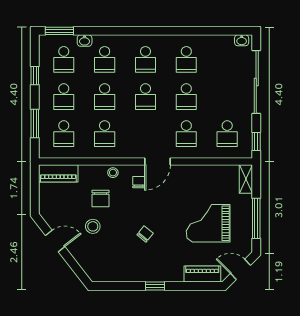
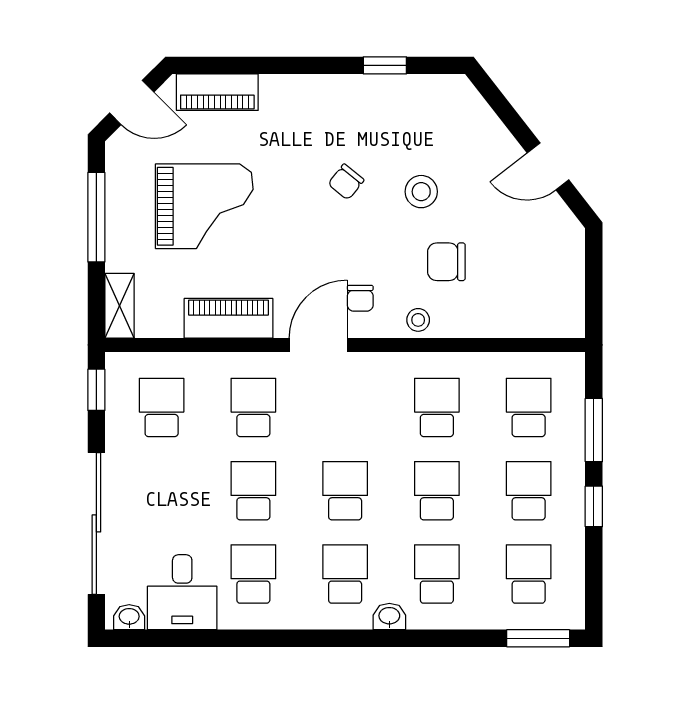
washbasin: (85, 41) -> (389, 617), moved
desk: (218, 51) -> (182, 592), added
window: (35, 76) -> (594, 506), moved
piano: (58, 173) -> (228, 318), moved
chair: (100, 198) -> (446, 262), turned -90
stool: (93, 226) -> (421, 192), moved
window: (155, 286) -> (385, 65), moved

